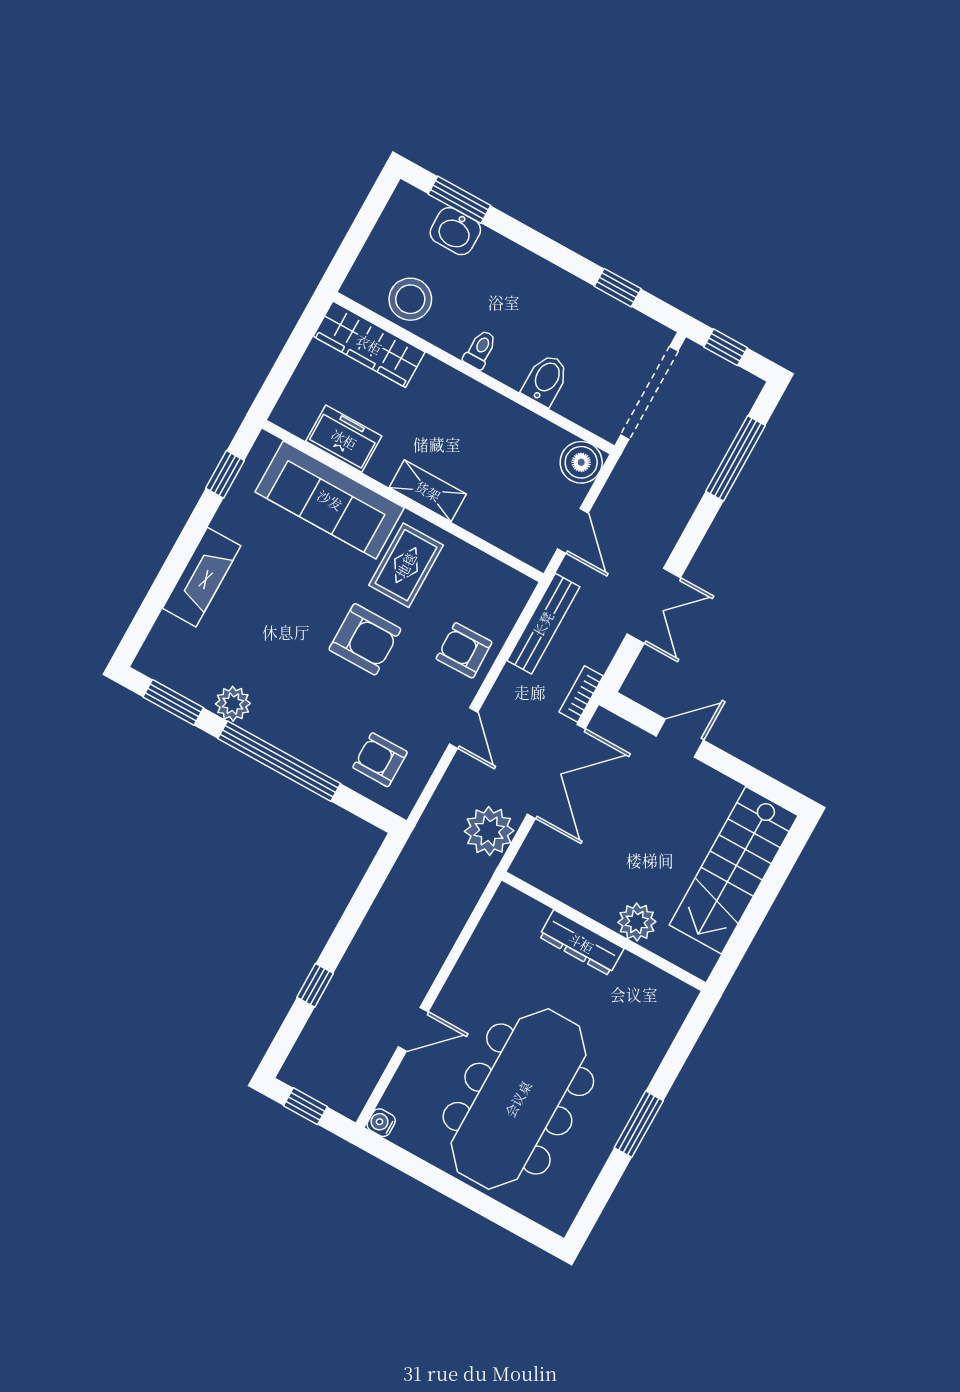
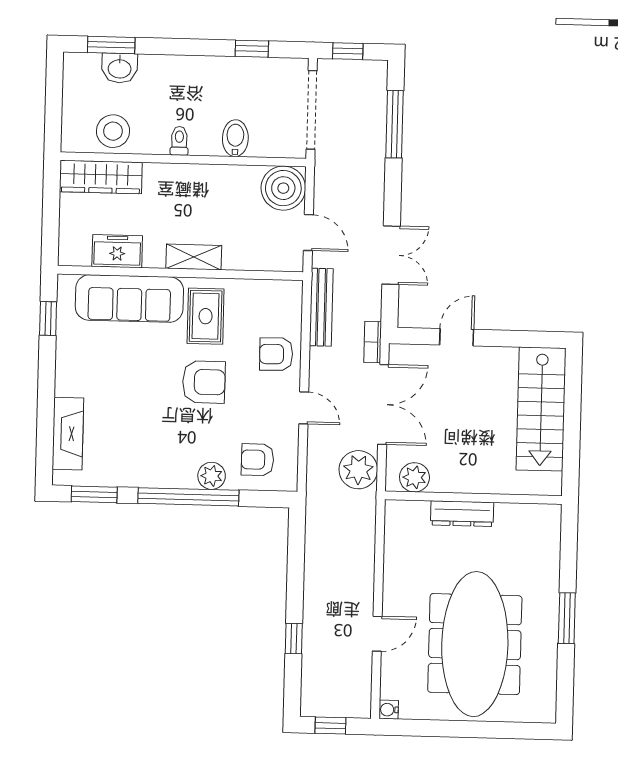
boiler: (581, 462) -> (283, 188), width x1.37, depth x1.37
fireplace: (202, 577) -> (68, 434), moved
plant: (233, 704) -> (212, 476), moved
plant: (637, 922) -> (414, 477), moved

